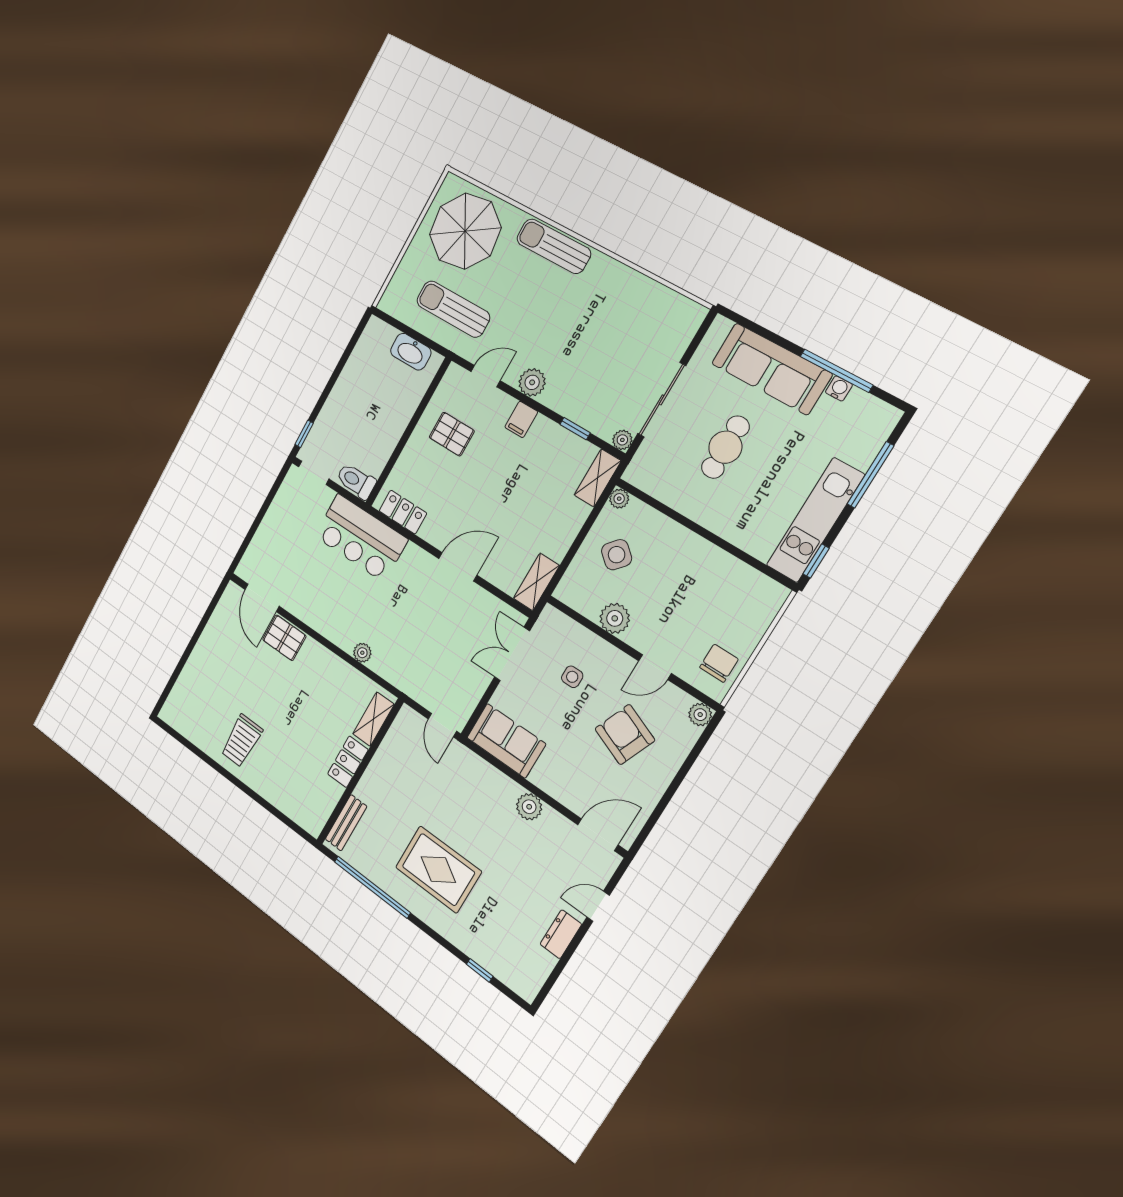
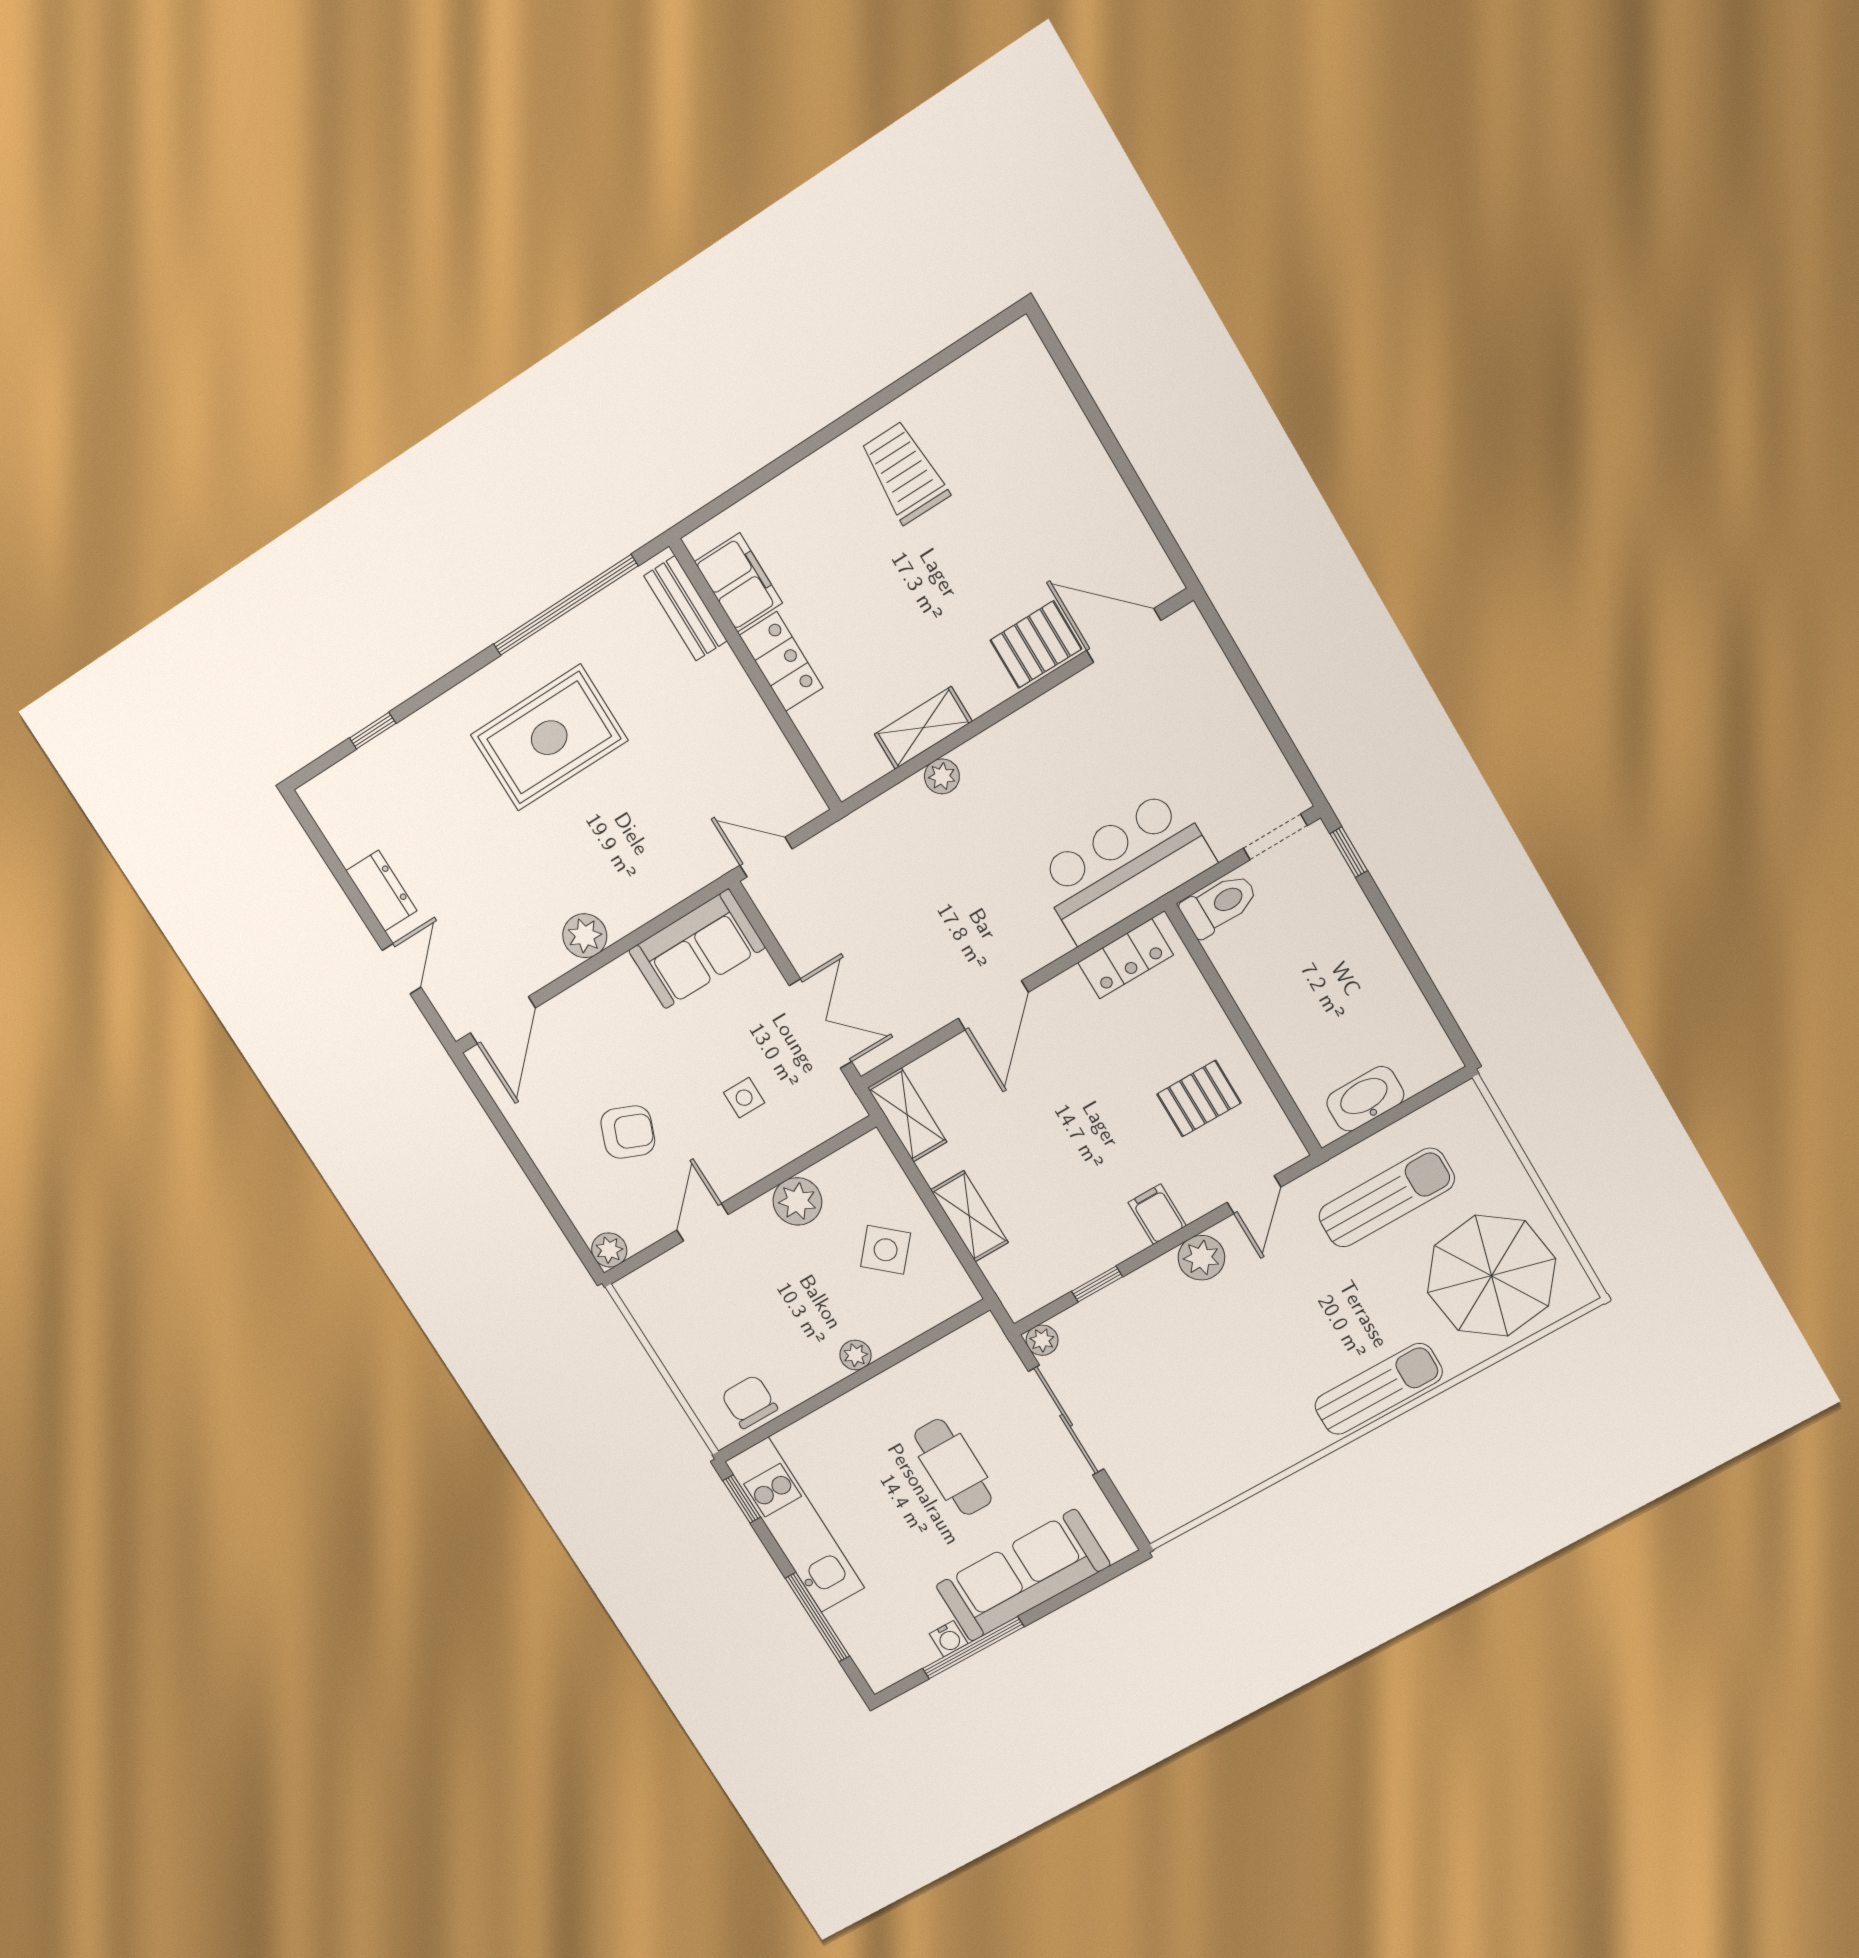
shelving: (598, 478) -> (969, 1216), moved
plant: (619, 499) -> (855, 1355), moved
chair: (719, 663) -> (749, 1402), moved, turned 180
shelving: (373, 719) -> (923, 728), moved, turned 90
armchair: (625, 735) -> (628, 1132), width x0.72, depth x0.72
filing cabinet: (323, 801) -> (738, 582), added

